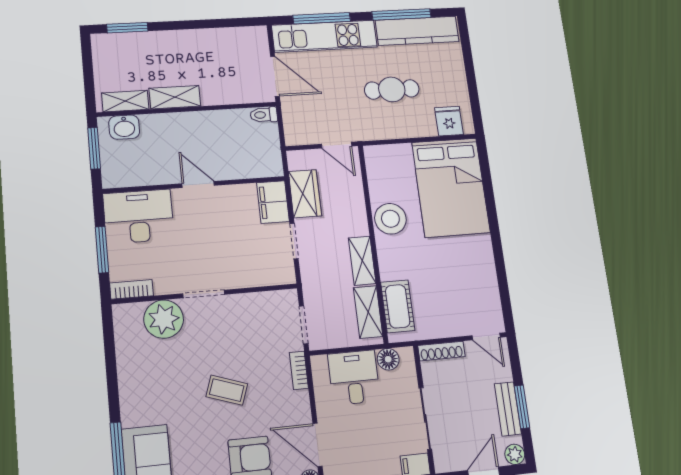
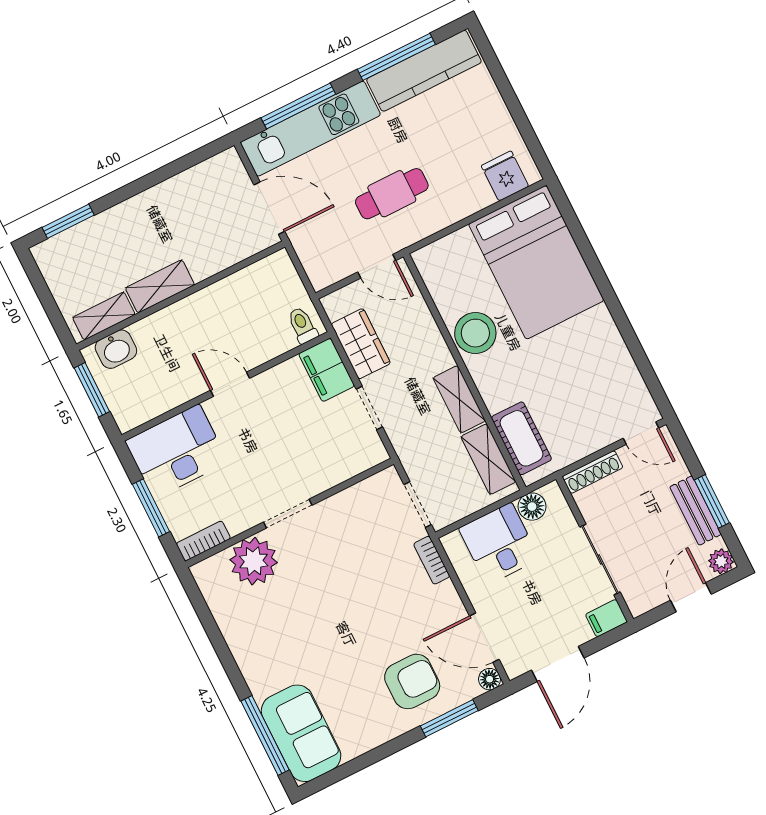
cafe table: (392, 89) -> (392, 194), moved
toilet: (264, 115) -> (302, 325), moved, turned 90
coffee table: (227, 390) -> (357, 615), removed

